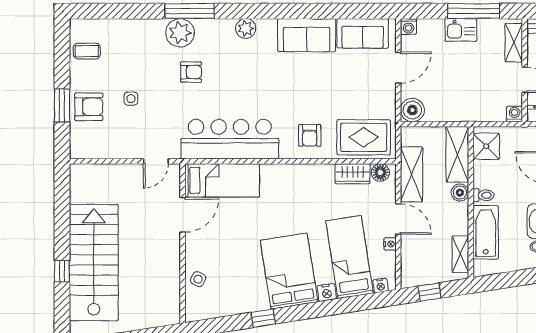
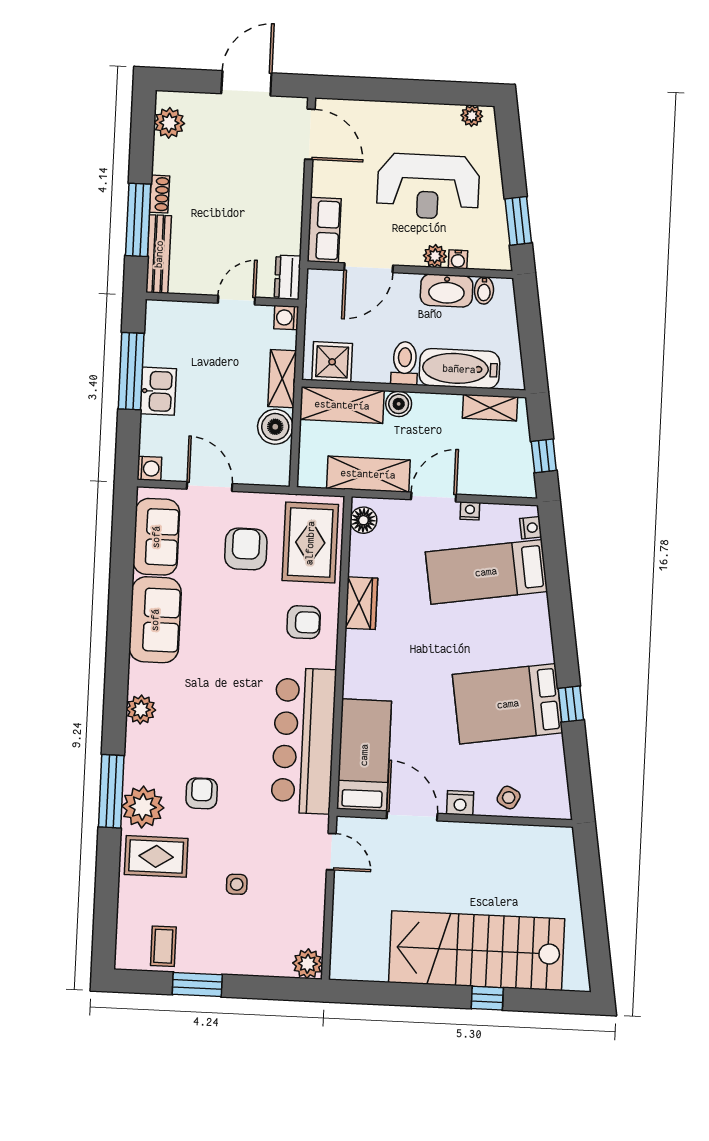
rug: (147, 43) -> (156, 856), added
shelving: (514, 43) -> (282, 379), moved, turned 90
window: (62, 105) -> (197, 985), moved
armchair: (89, 107) -> (246, 549), moved
boiler: (412, 110) -> (275, 427), moved
plant: (80, 149) -> (308, 964), added
wardrobe: (352, 174) -> (361, 603), moved
toilet: (483, 195) -> (405, 363), width x1.37, depth x1.39
bed: (289, 271) -> (508, 704), moved
nightstand: (327, 292) -> (460, 803), moved, turned 99

